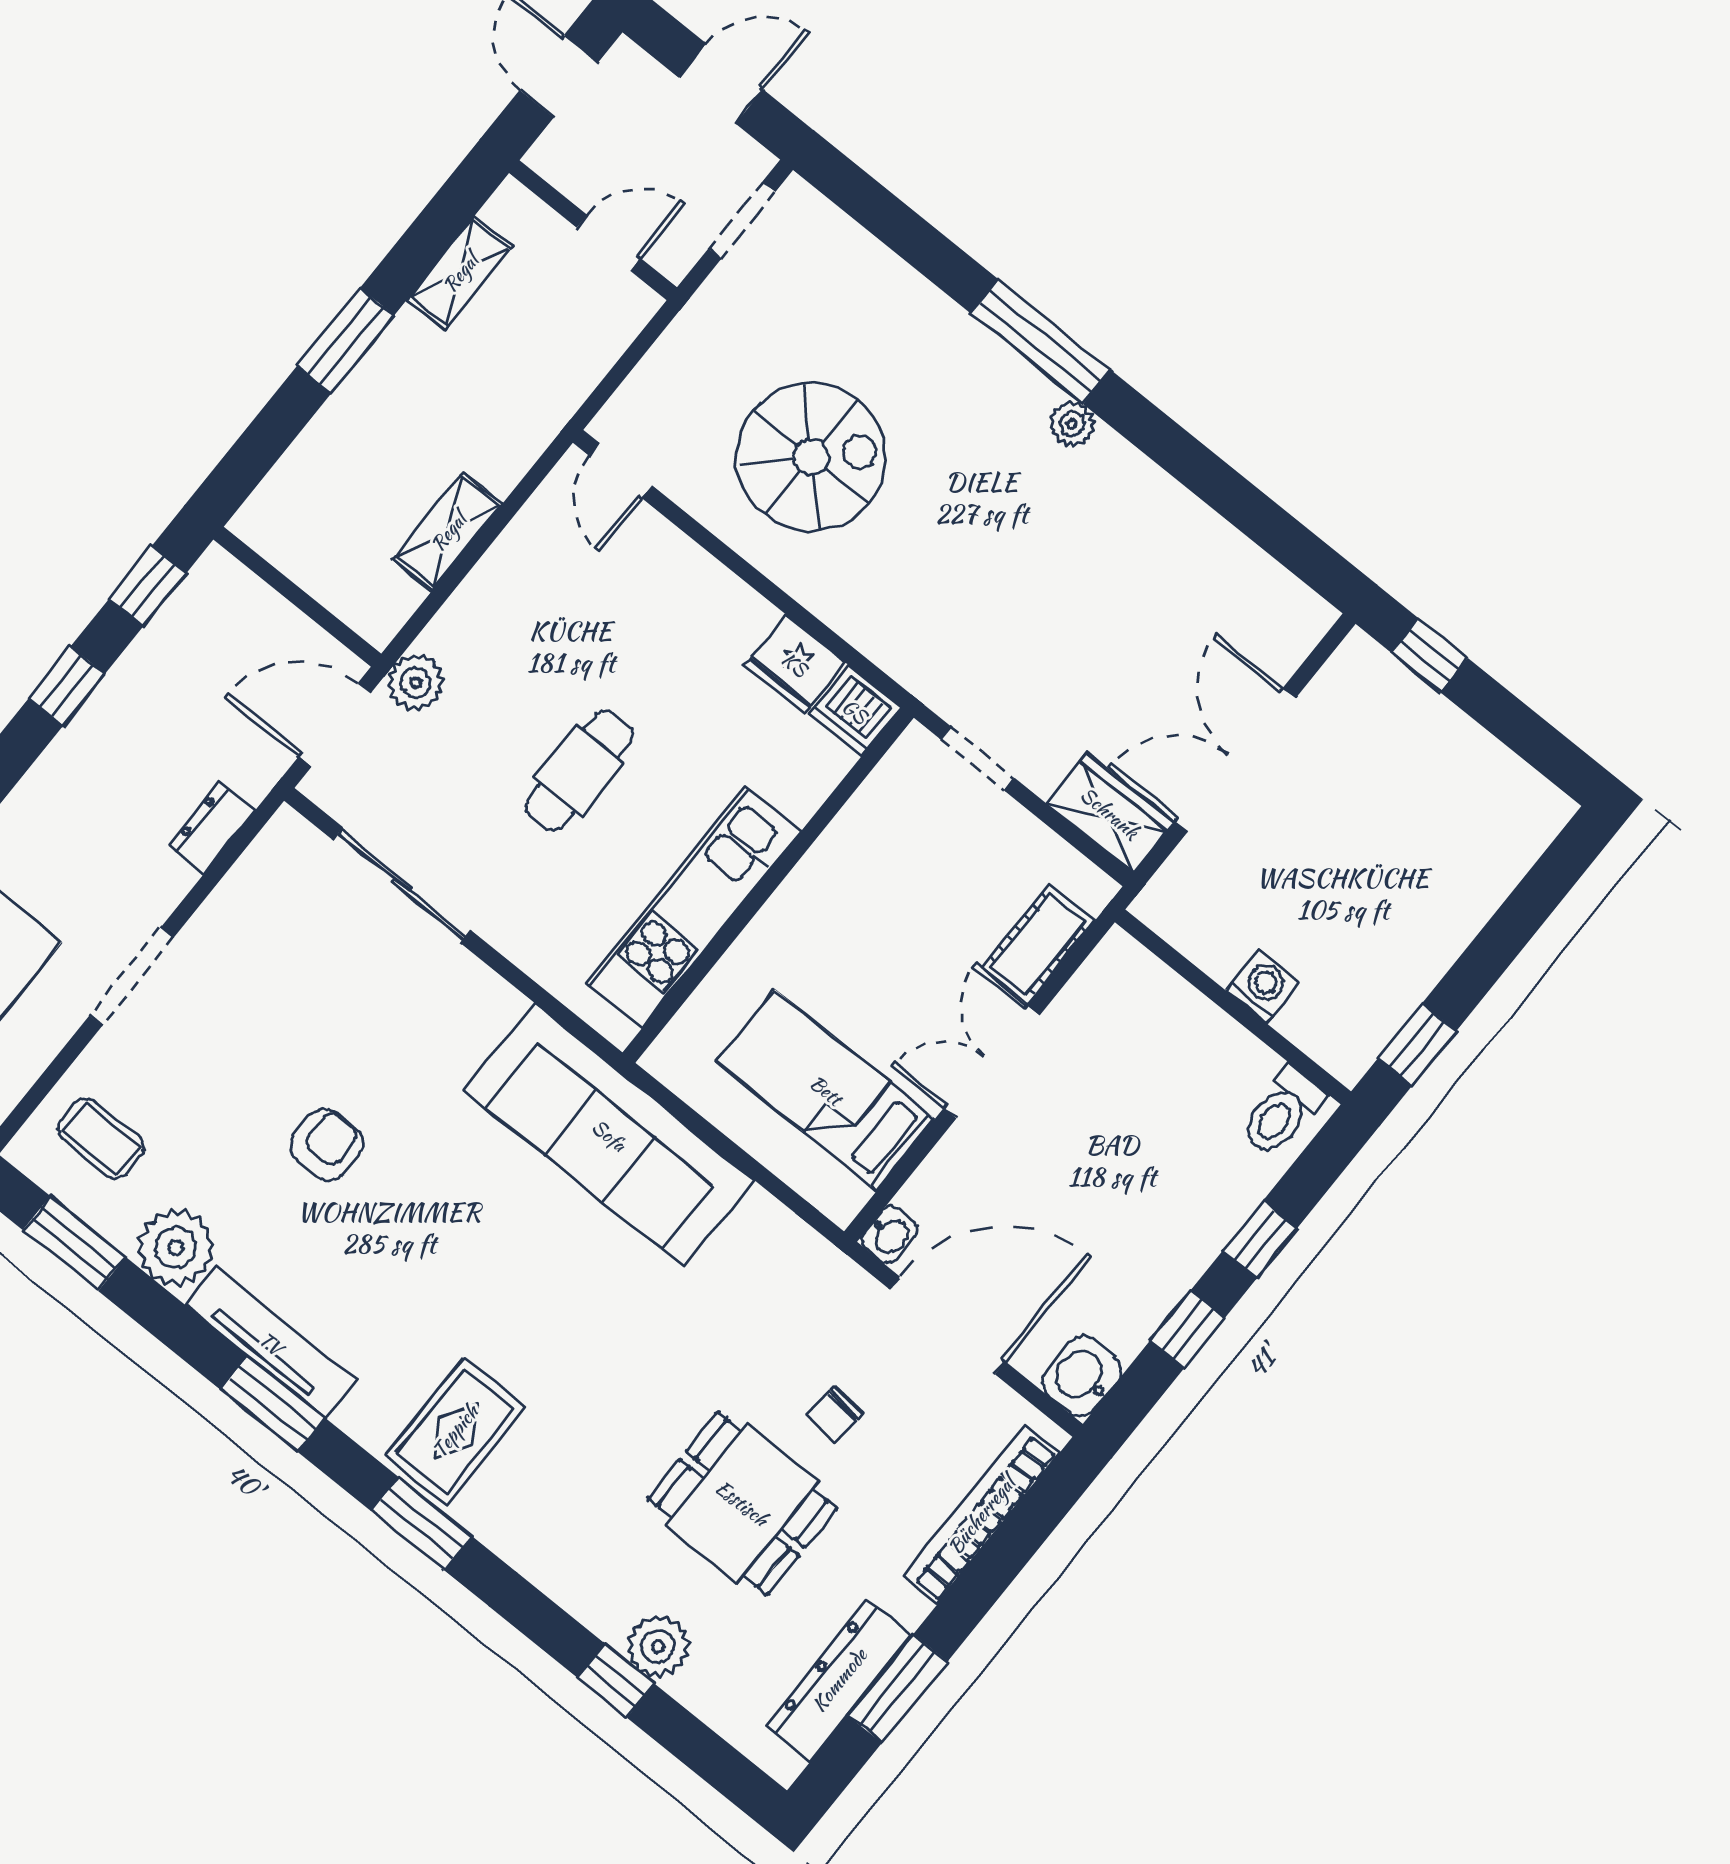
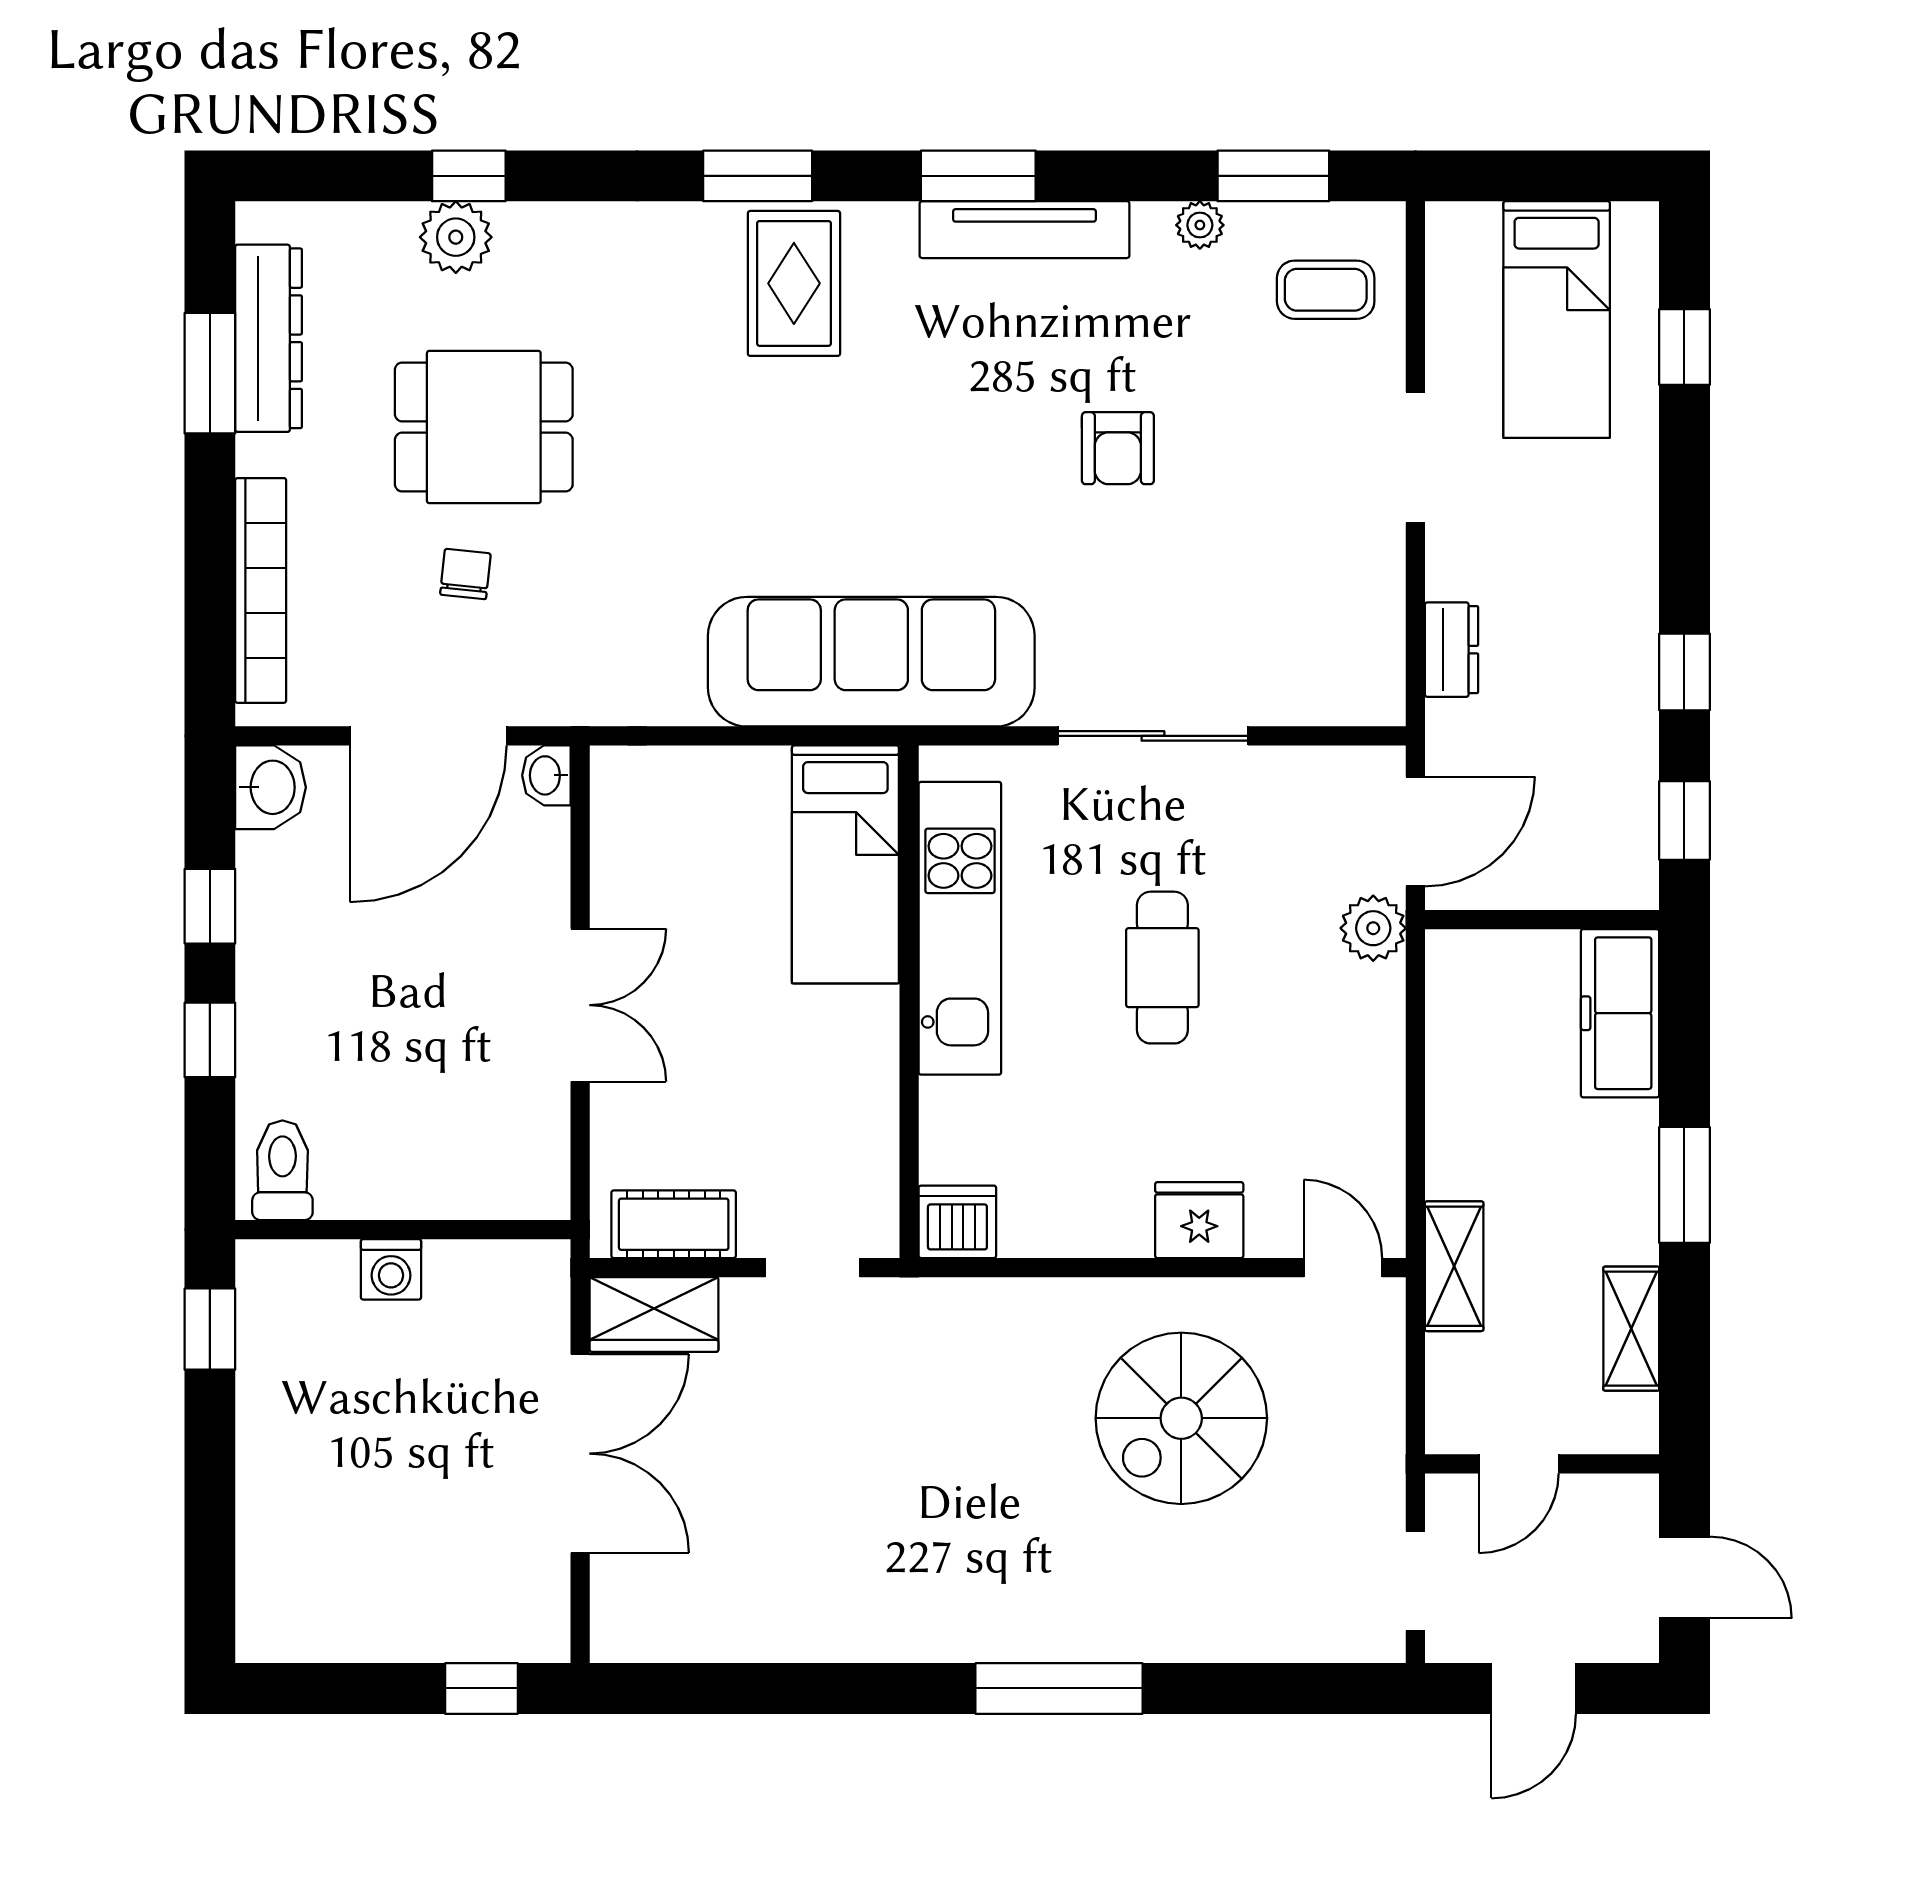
plant: (1072, 424) -> (971, 1637), removed
freezer: (296, 491) -> (1620, 1013), added
shelving: (448, 532) -> (1454, 1266), moved
fridge: (795, 664) -> (1199, 1220), moved
sliding door: (402, 885) -> (1153, 736), moved
cot: (1038, 944) -> (674, 1224), moved, turned 90
bed: (826, 1090) -> (845, 864), moved, turned 90
plant: (176, 1248) -> (1200, 225), width x0.53, depth x0.53

